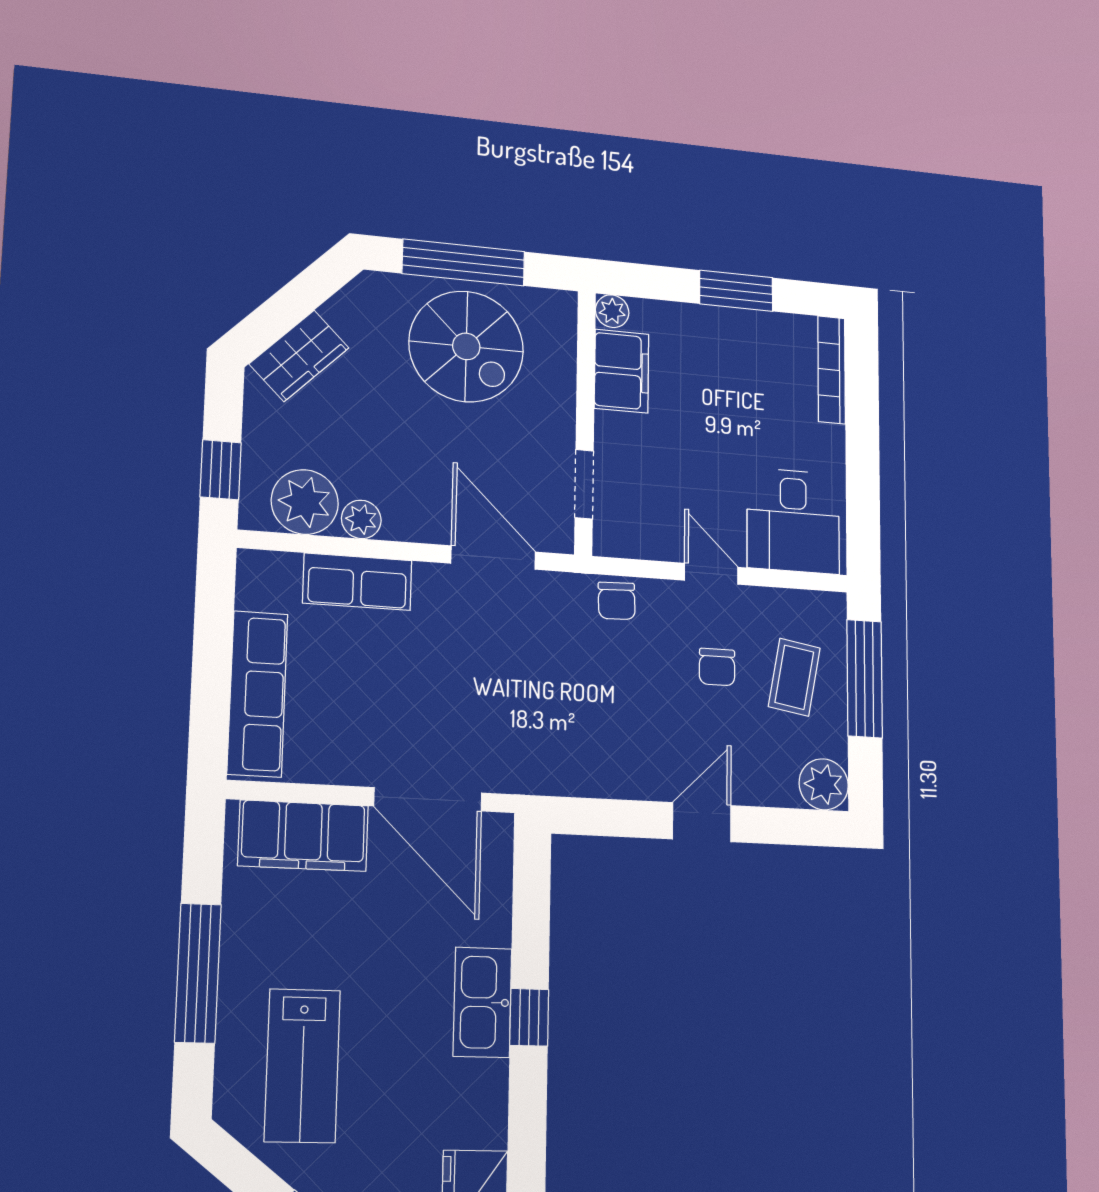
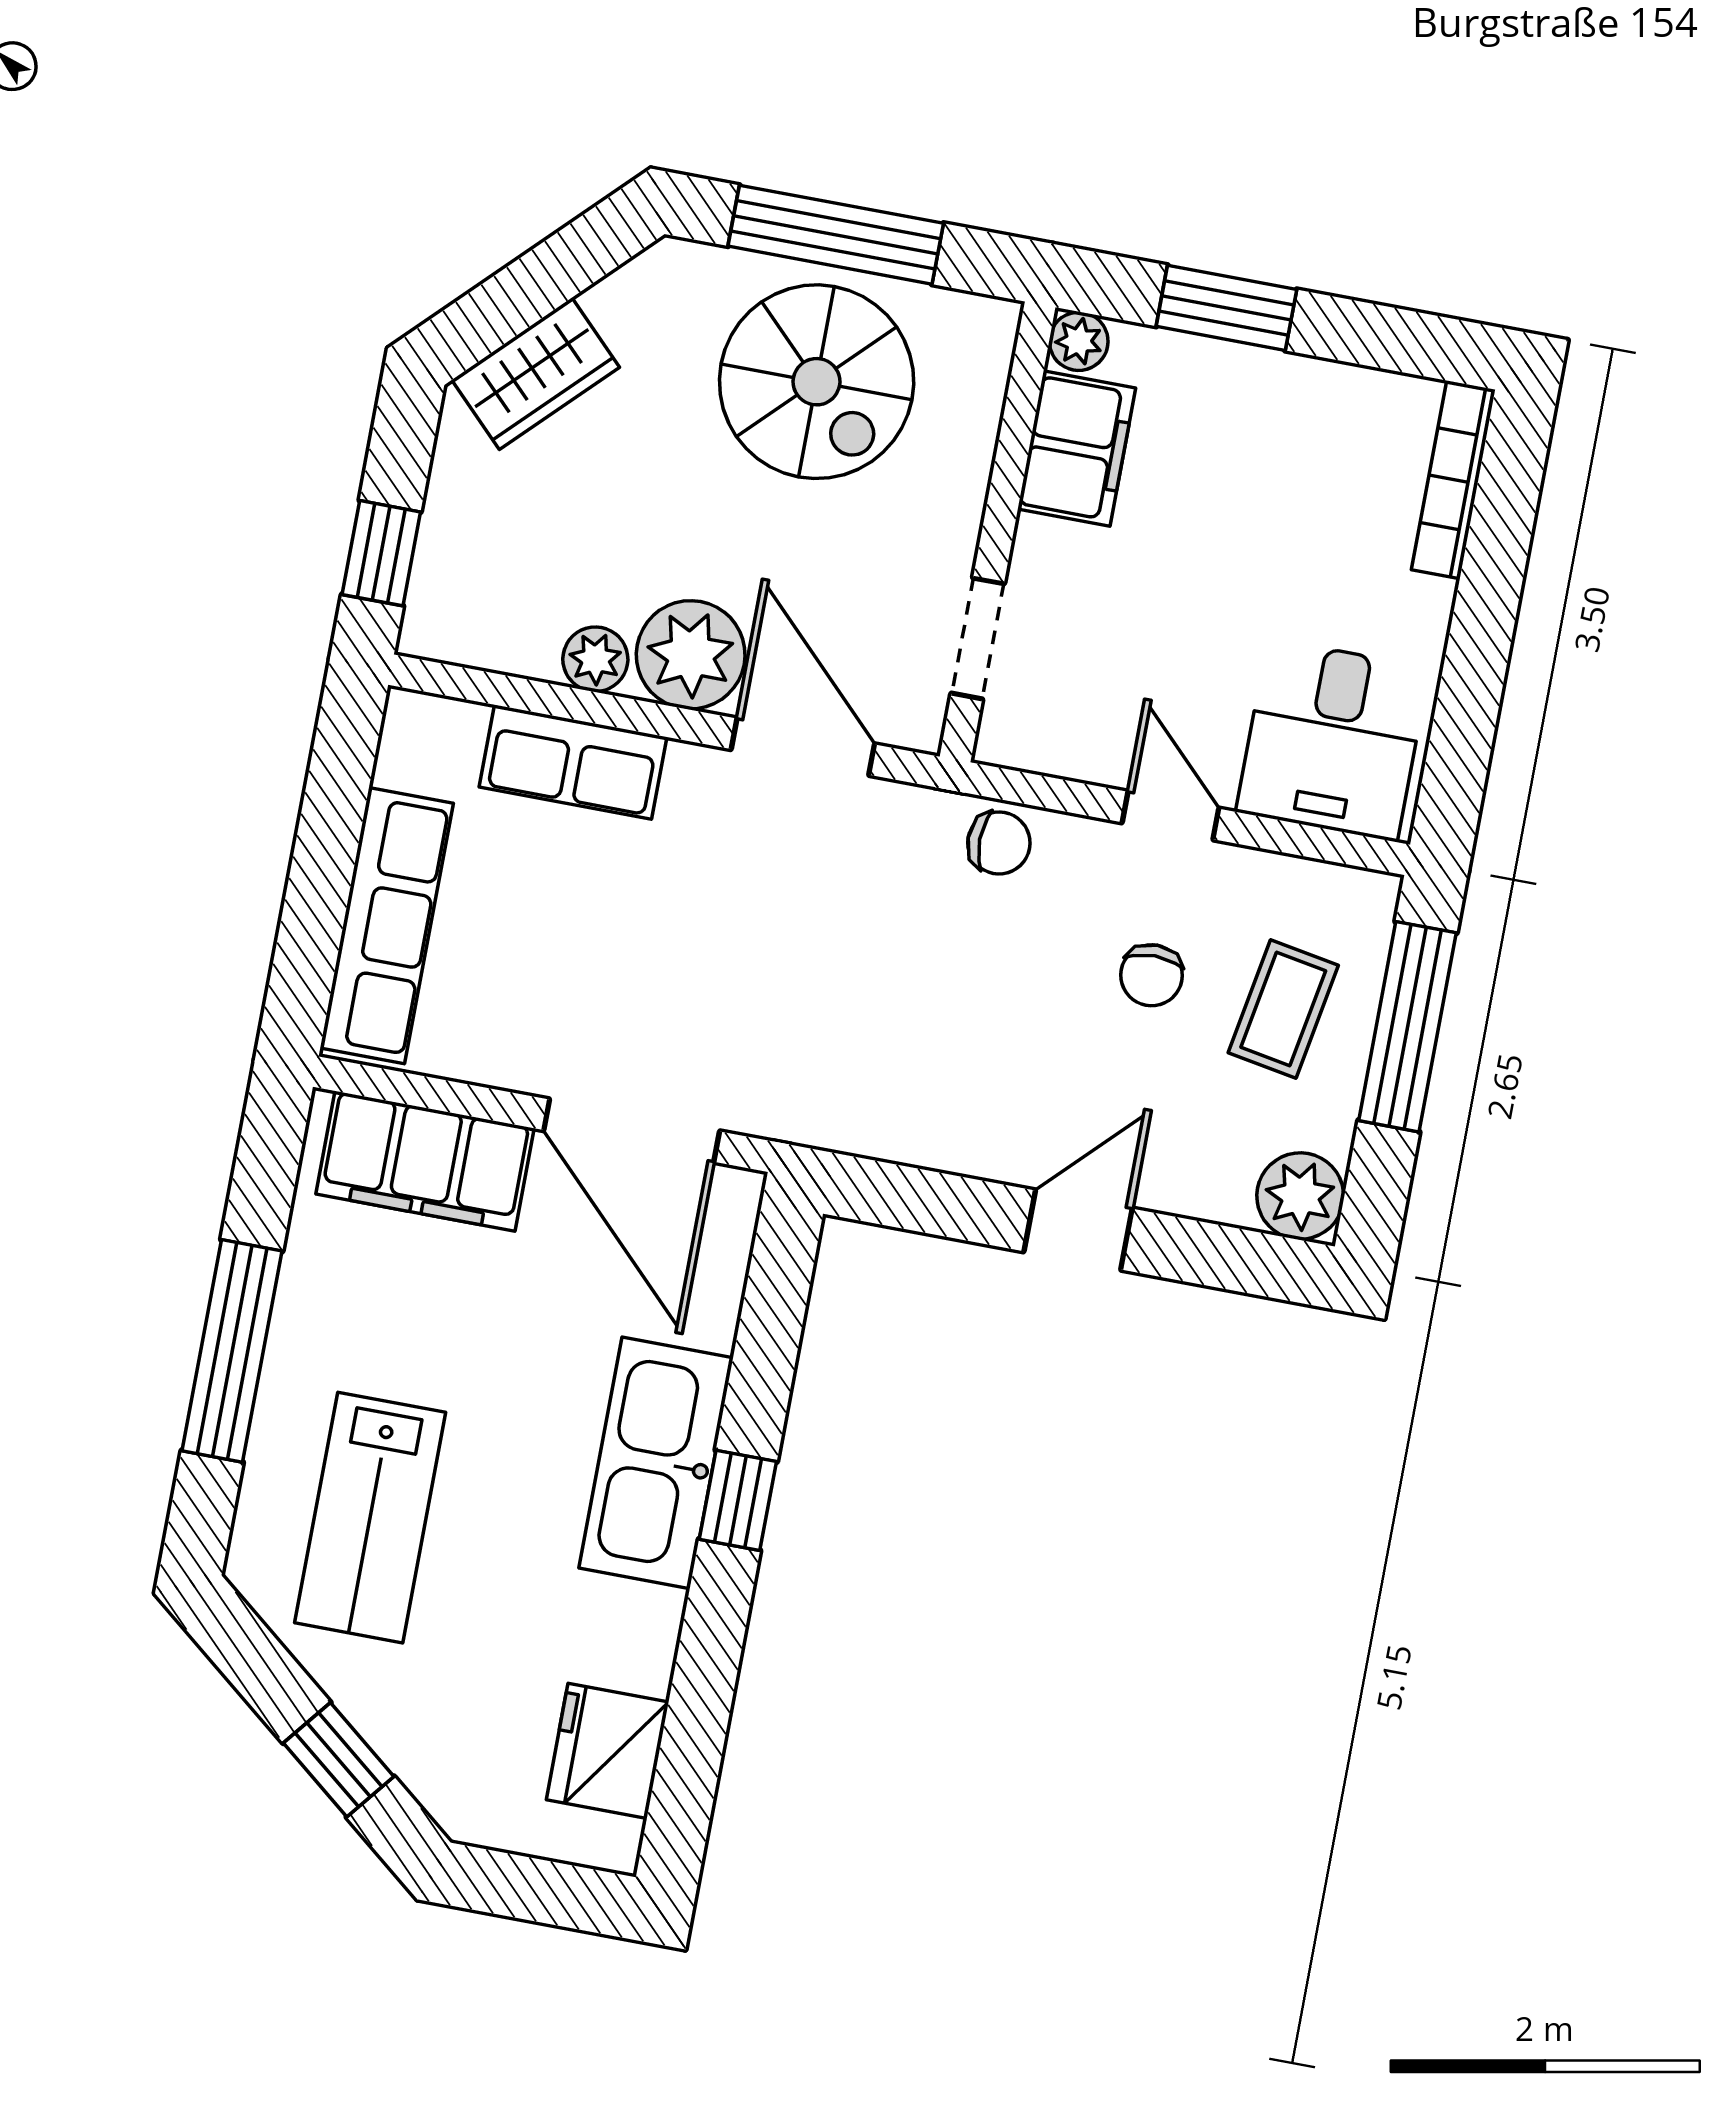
window: (736, 291) -> (1226, 308), moved
plant: (305, 502) -> (691, 655), moved
chair: (617, 601) -> (999, 843), turned -88
kitchen sink: (482, 1002) -> (656, 1463), width x1.36, depth x1.24

